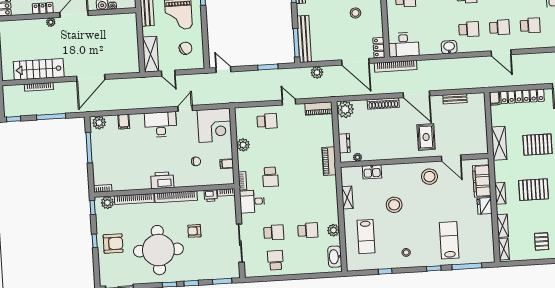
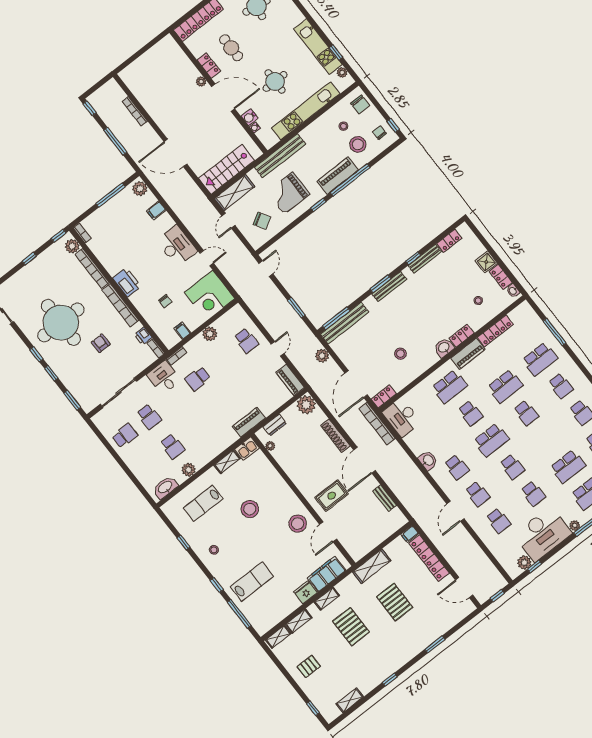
stairs: (39, 69) -> (226, 169), moved, turned -90
kitchen sink: (372, 172) -> (247, 449), moved, turned -90
armchair: (113, 244) -> (38, 277), removed

